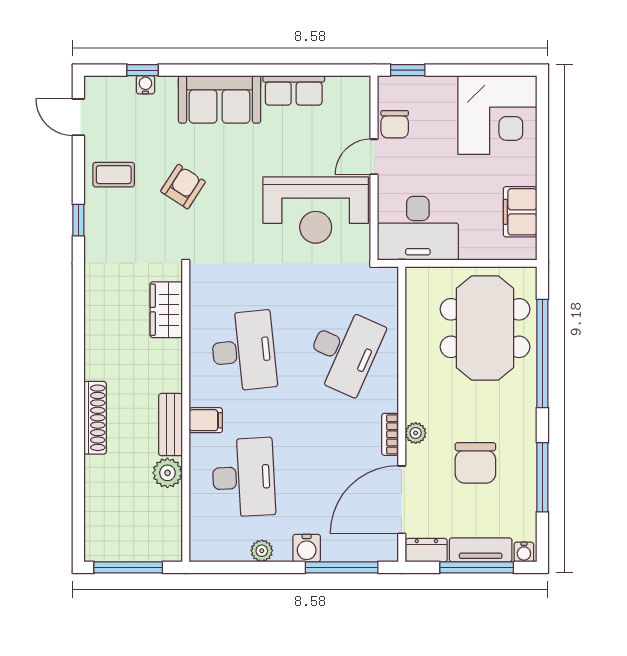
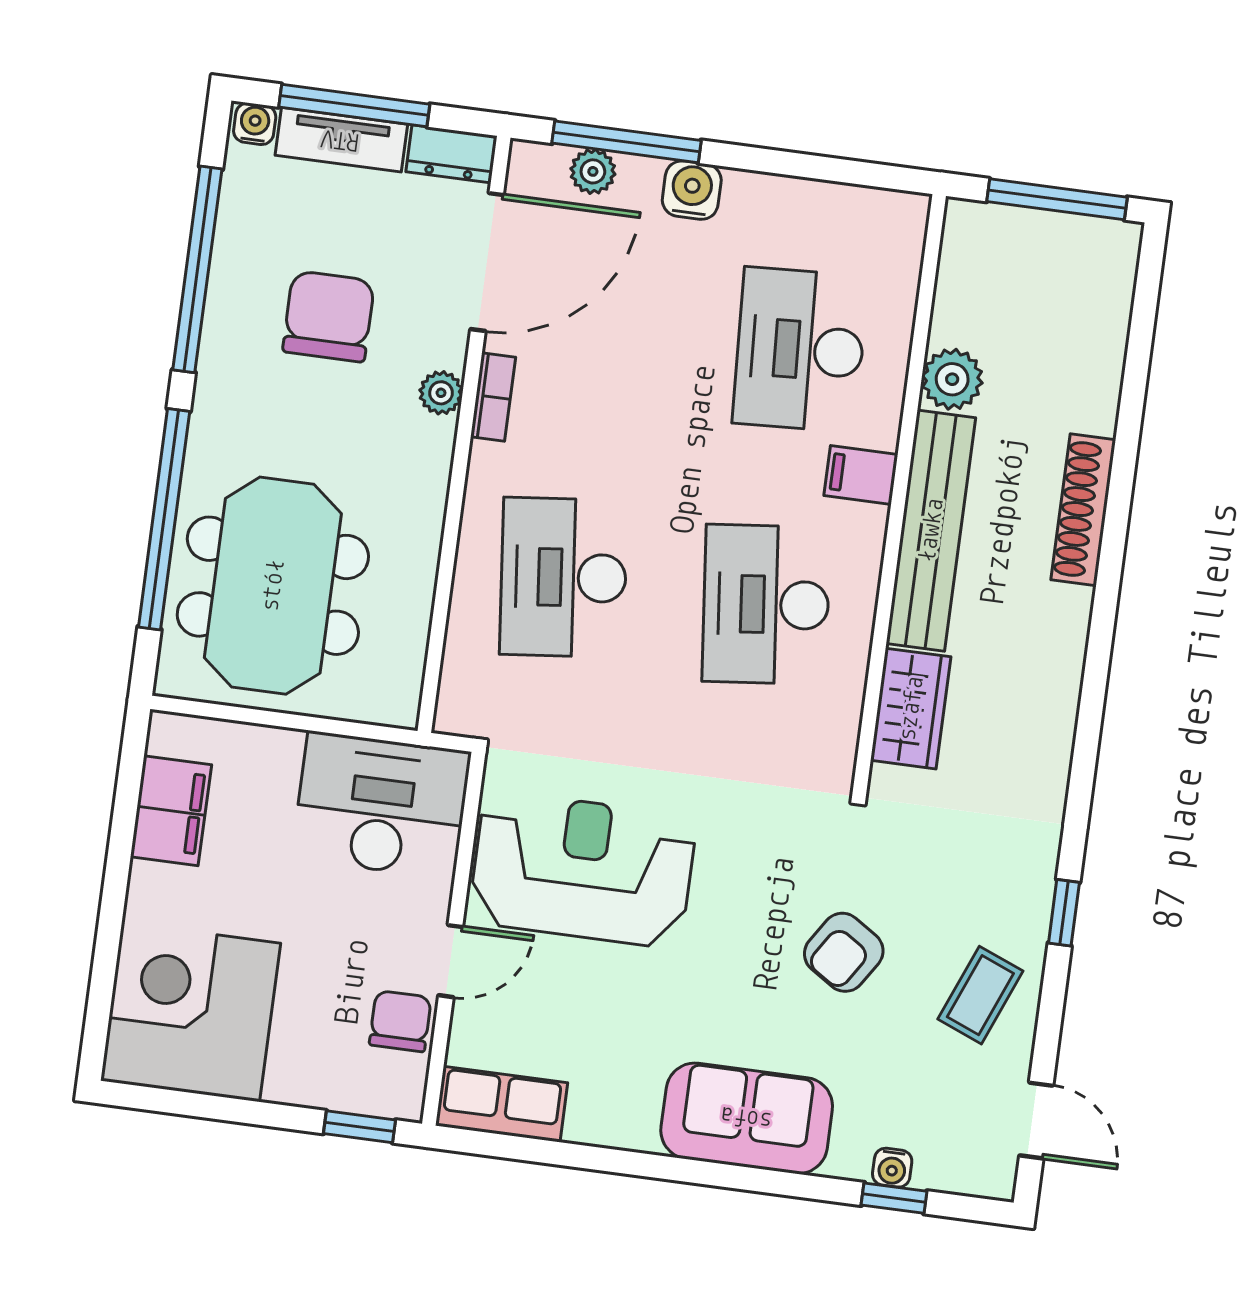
row of seats: (294, 90) -> (502, 1104), moved
coffee table: (114, 175) -> (980, 995), turned -68
desk: (344, 351) -> (564, 577), turned -30
bench: (171, 425) -> (931, 531), width x1.86, depth x1.21
window: (542, 477) -> (197, 269), width x1.46
plant: (262, 551) -> (593, 171), moved

